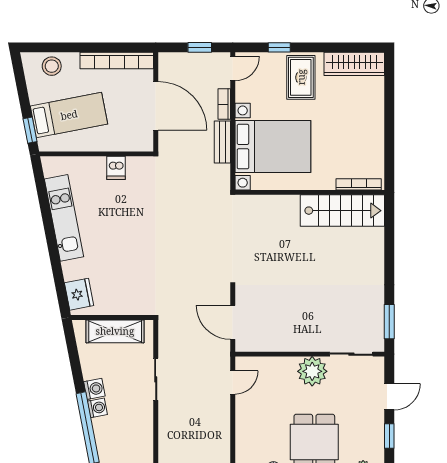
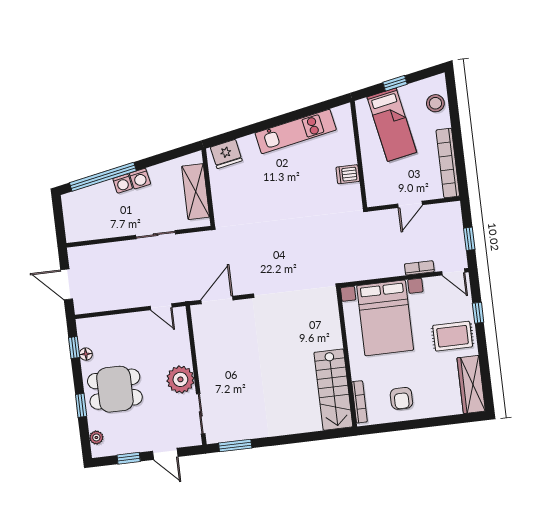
door: (156, 106) -> (410, 204), width x0.53
window: (30, 130) -> (395, 83), moved
armchair: (360, 139) -> (401, 398), added
bench: (222, 142) -> (384, 270), removed

